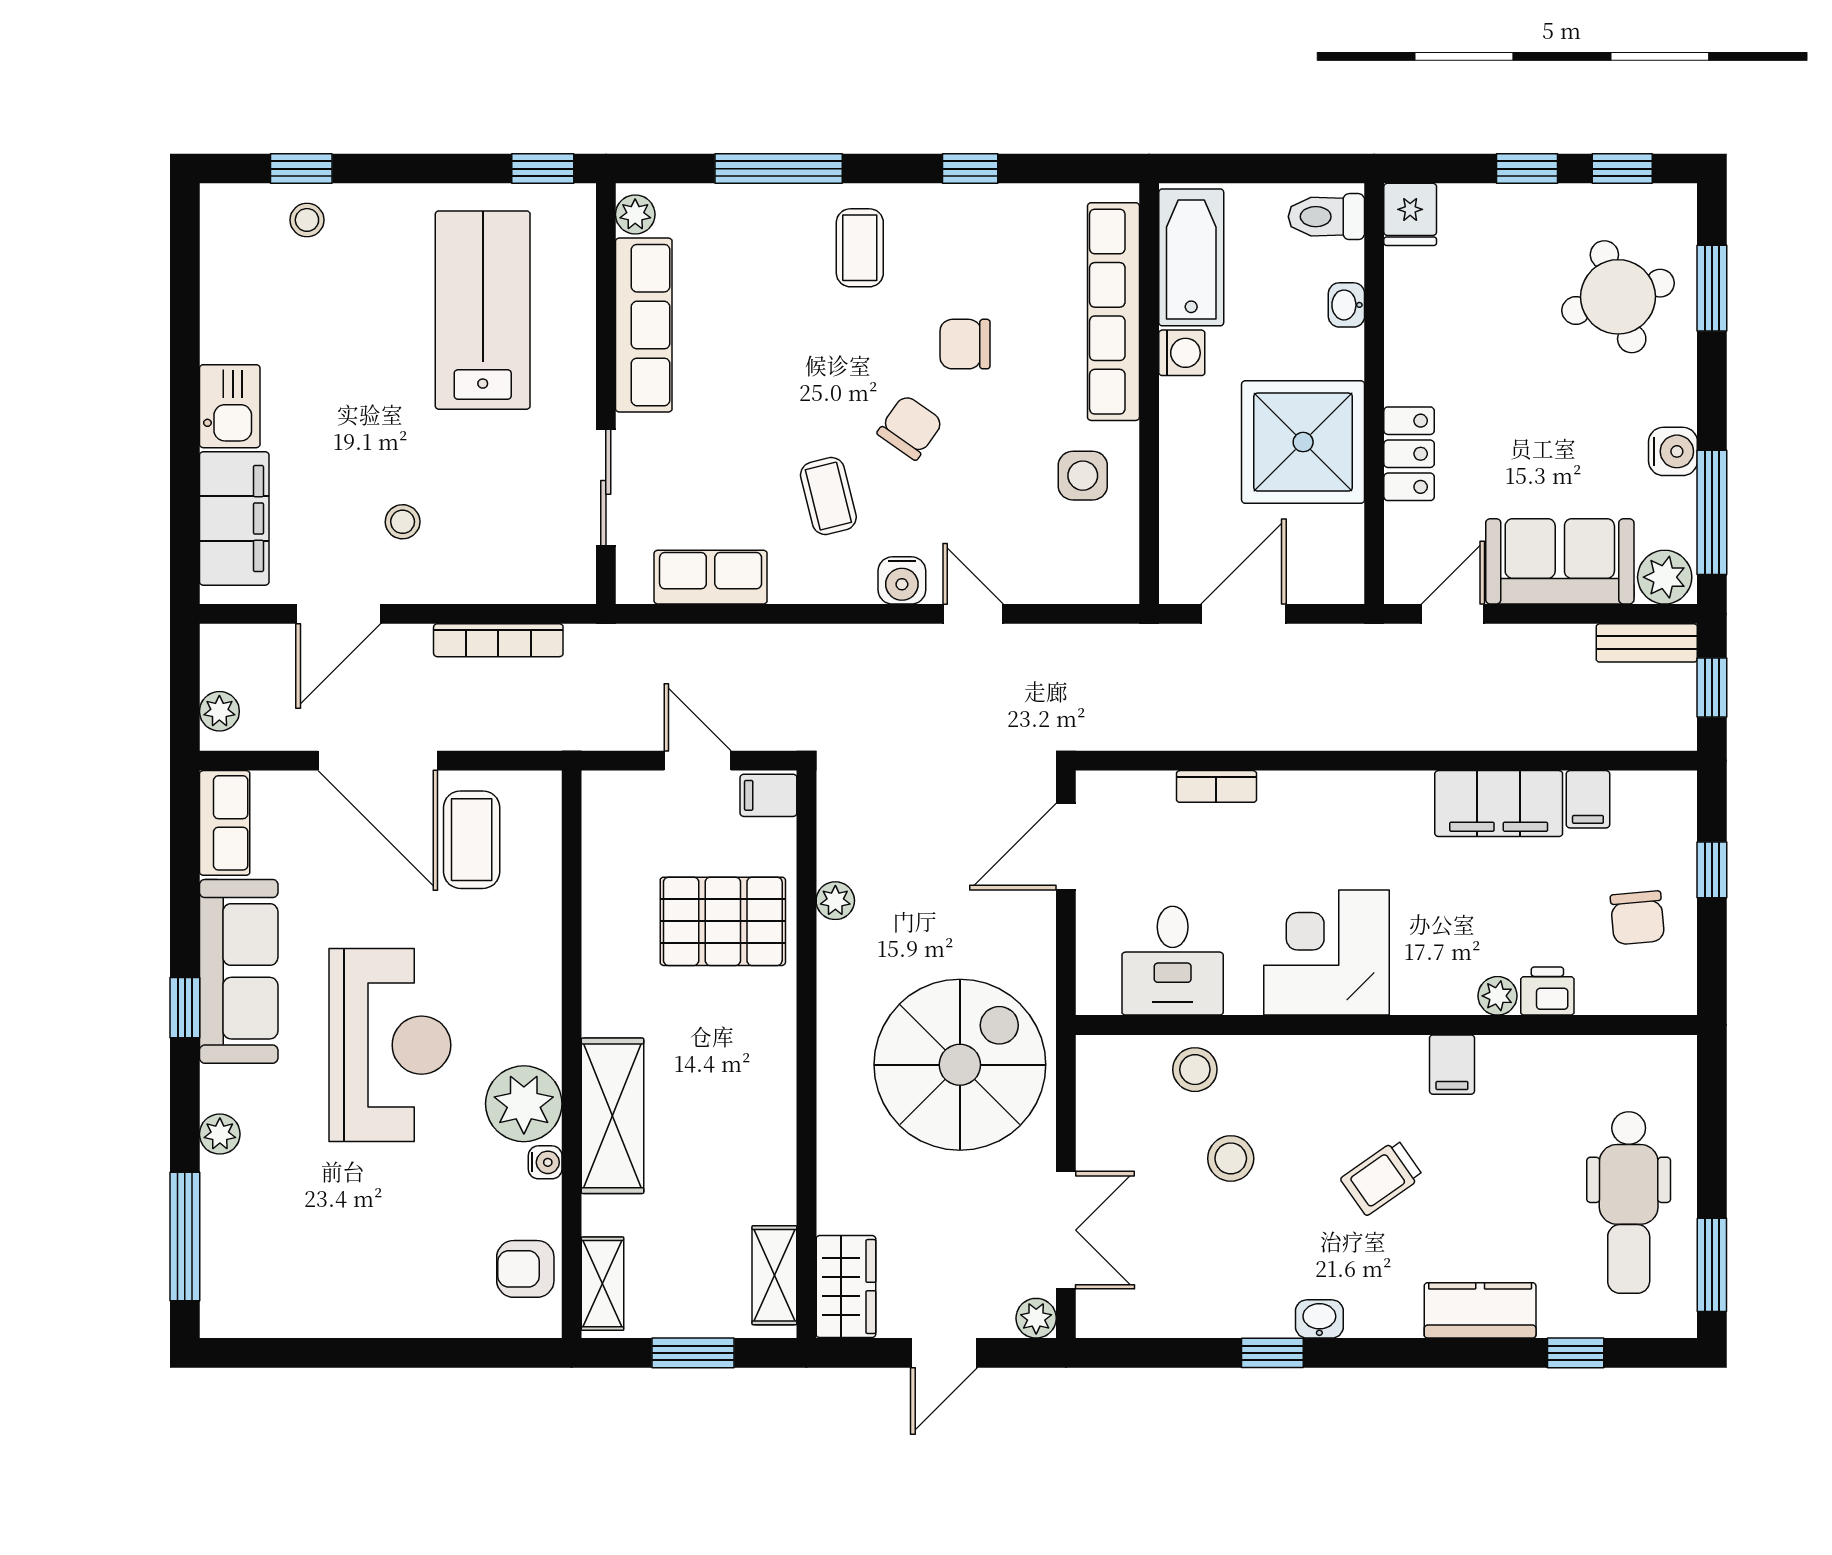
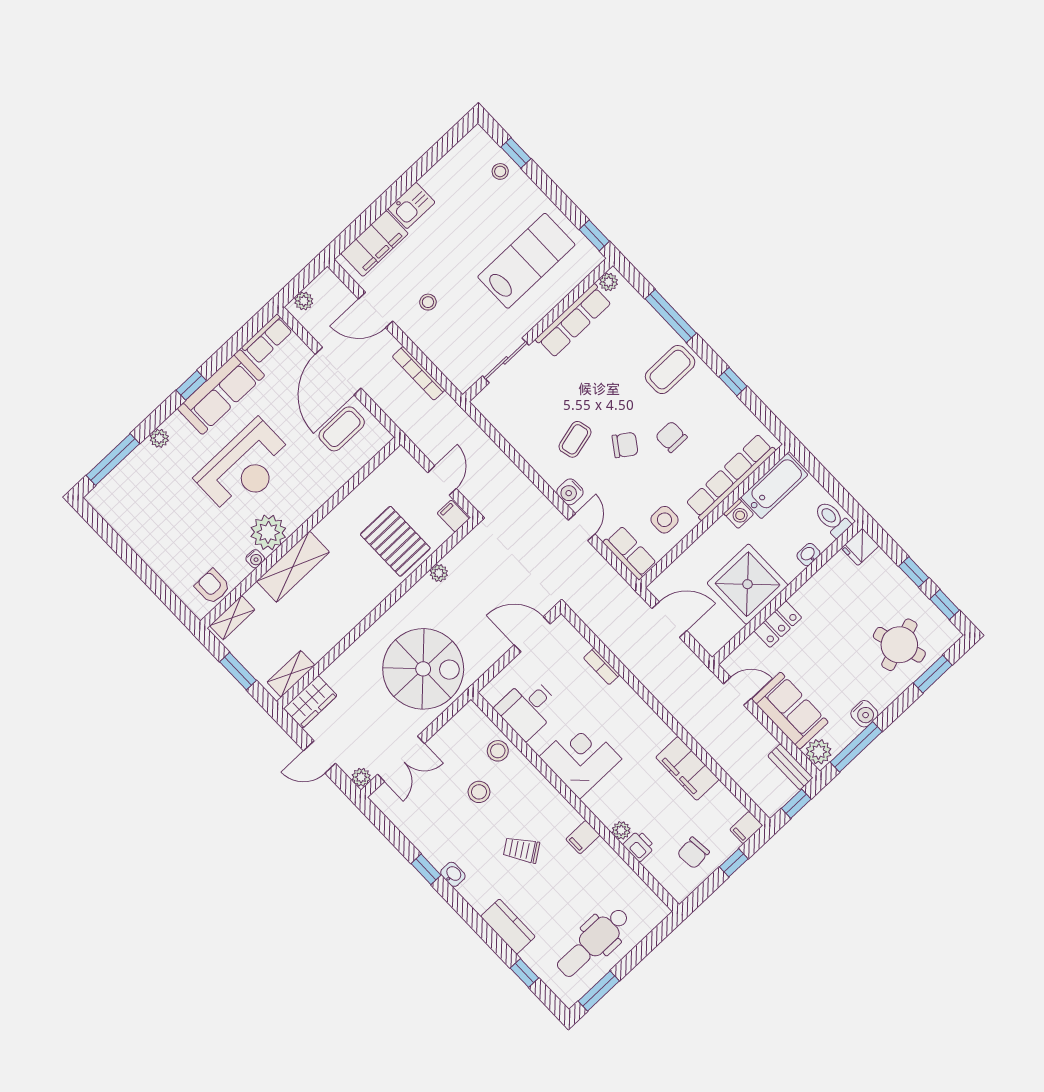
coffee table: (860, 248) -> (670, 370), width x1.36, depth x1.30
row of seats: (711, 577) -> (630, 553), moved
filing cabinet: (1588, 799) -> (746, 828), moved

